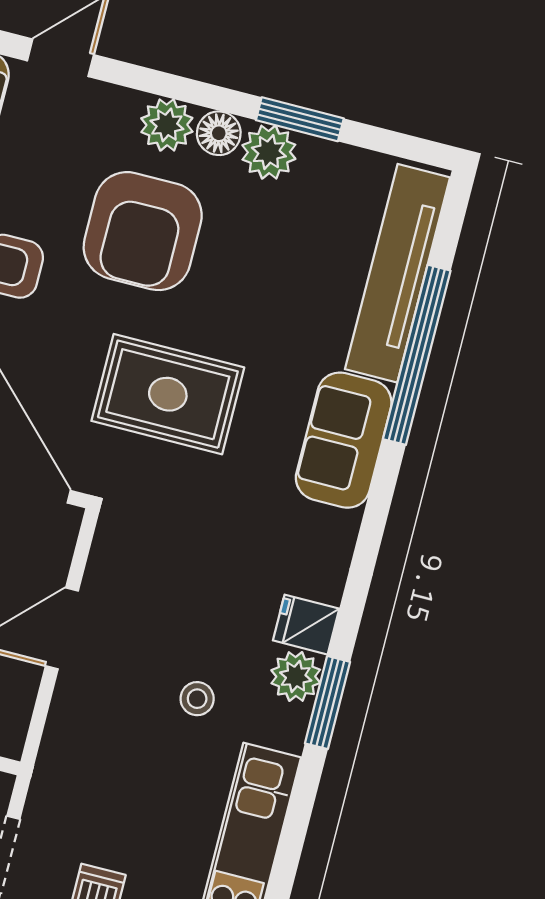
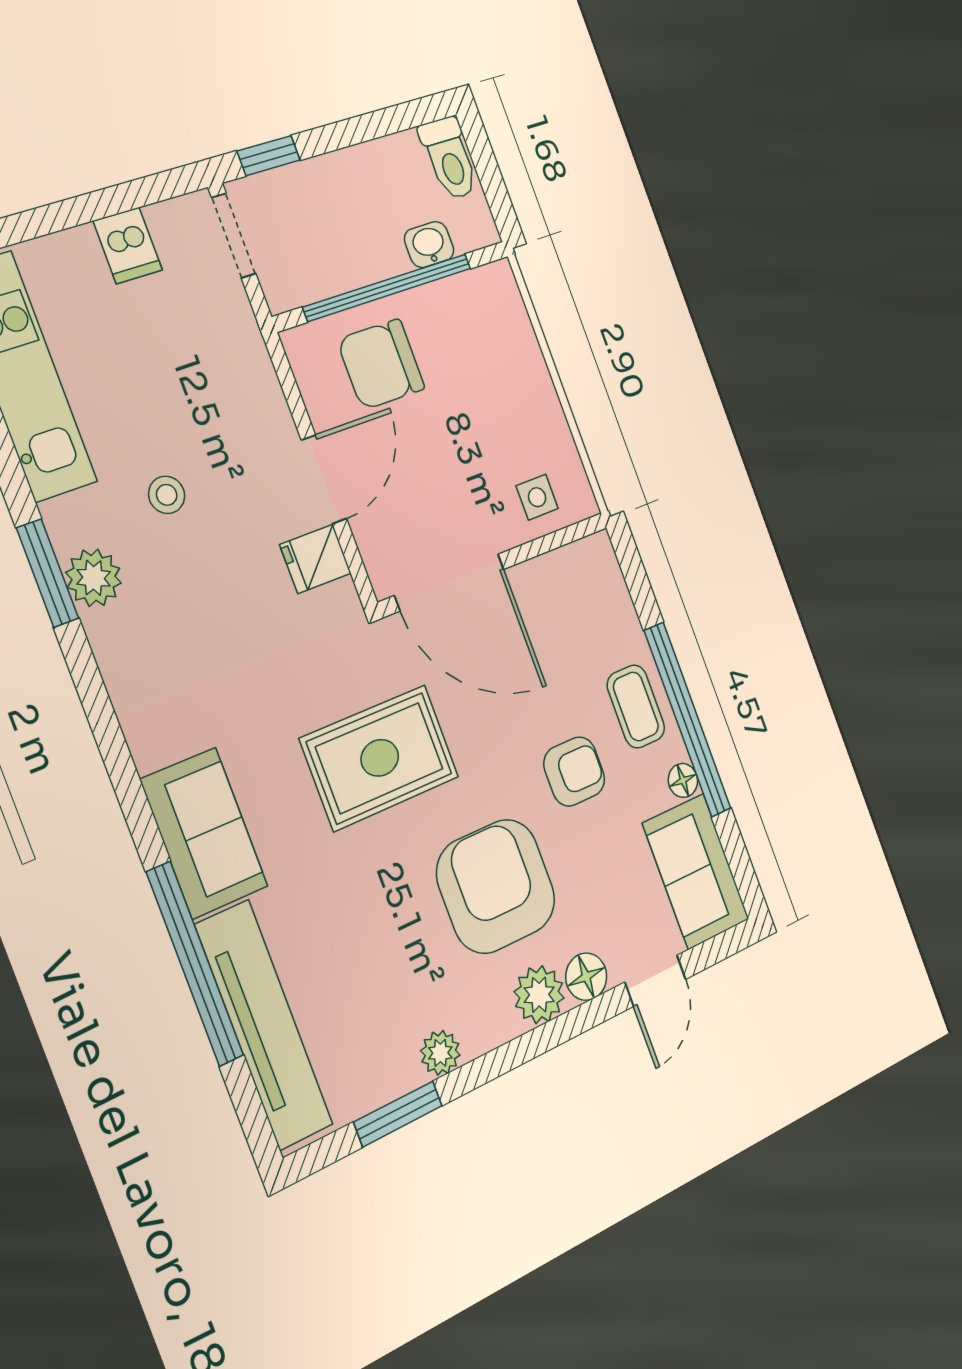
window: (300, 119) -> (398, 1114), moved
floor lamp: (219, 133) -> (586, 977), moved
plant: (269, 152) -> (440, 1053), width x0.73, depth x0.73
fridge: (306, 625) -> (315, 559), moved, turned 180

